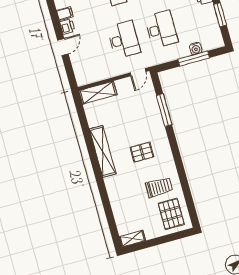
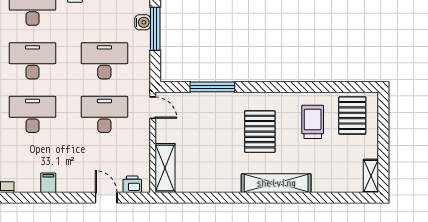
printer: (67, 26) -> (132, 184), moved
door: (63, 47) -> (106, 198), moved
shelving: (103, 151) -> (276, 183), moved
pallet: (142, 152) -> (260, 132), width x1.50, depth x1.42
pallet: (171, 214) -> (352, 115), turned 90

